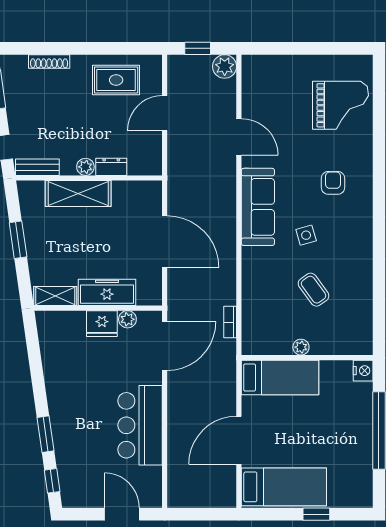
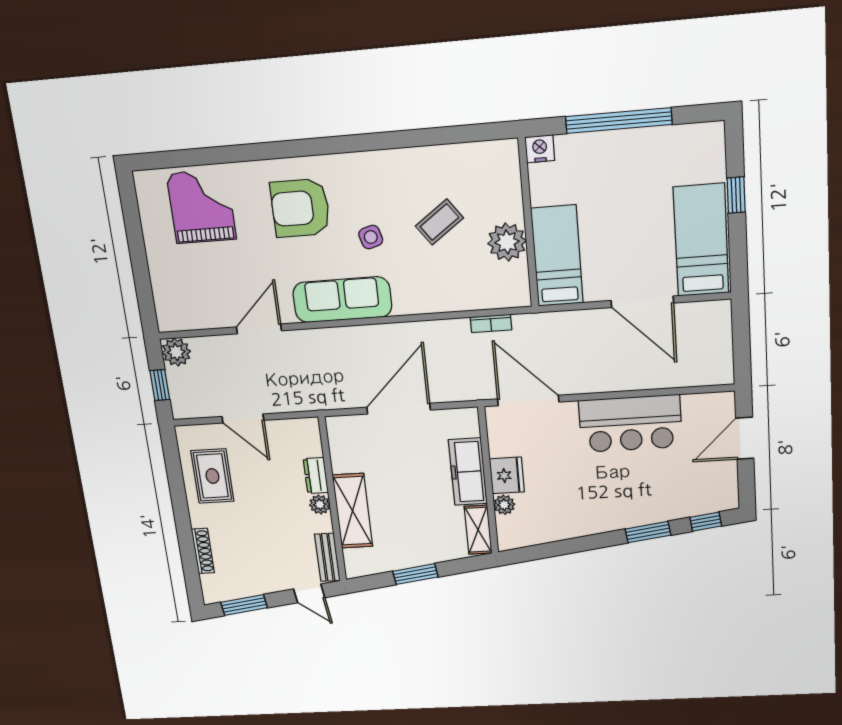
armchair: (333, 183) -> (300, 208), width x1.88, depth x1.88
plant: (127, 319) -> (504, 505), moved
plant: (301, 347) -> (507, 242), width x1.88, depth x1.88

